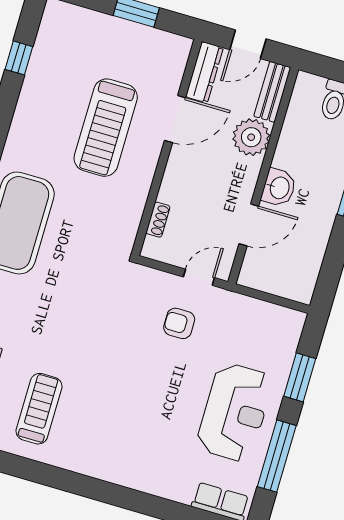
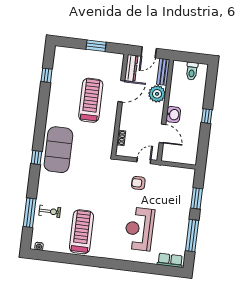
treadmill: (106, 128) -> (91, 100), turned 180
door: (249, 225) -> (162, 134), hinge flipped
treadmill: (39, 409) -> (82, 232), width x1.37, depth x1.38
reception desk: (235, 412) -> (139, 229), moved, turned 180

